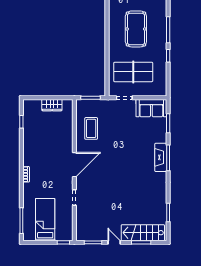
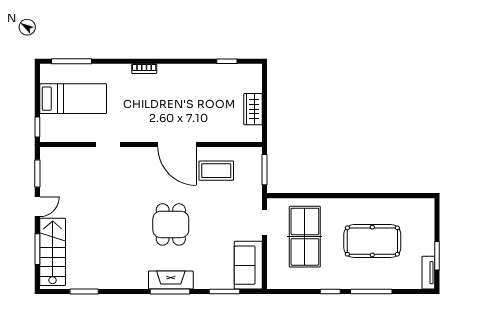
dining table: (125, 157) -> (171, 224), added
door: (74, 165) -> (177, 144), moved

